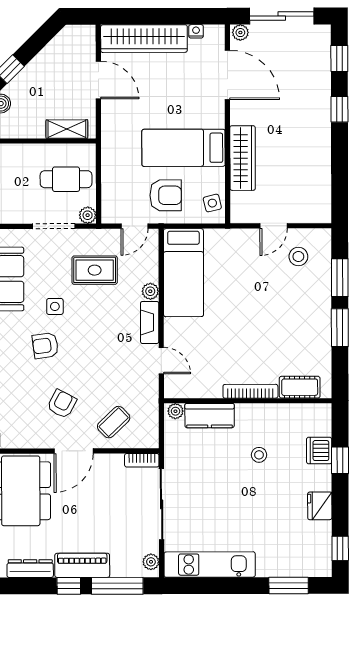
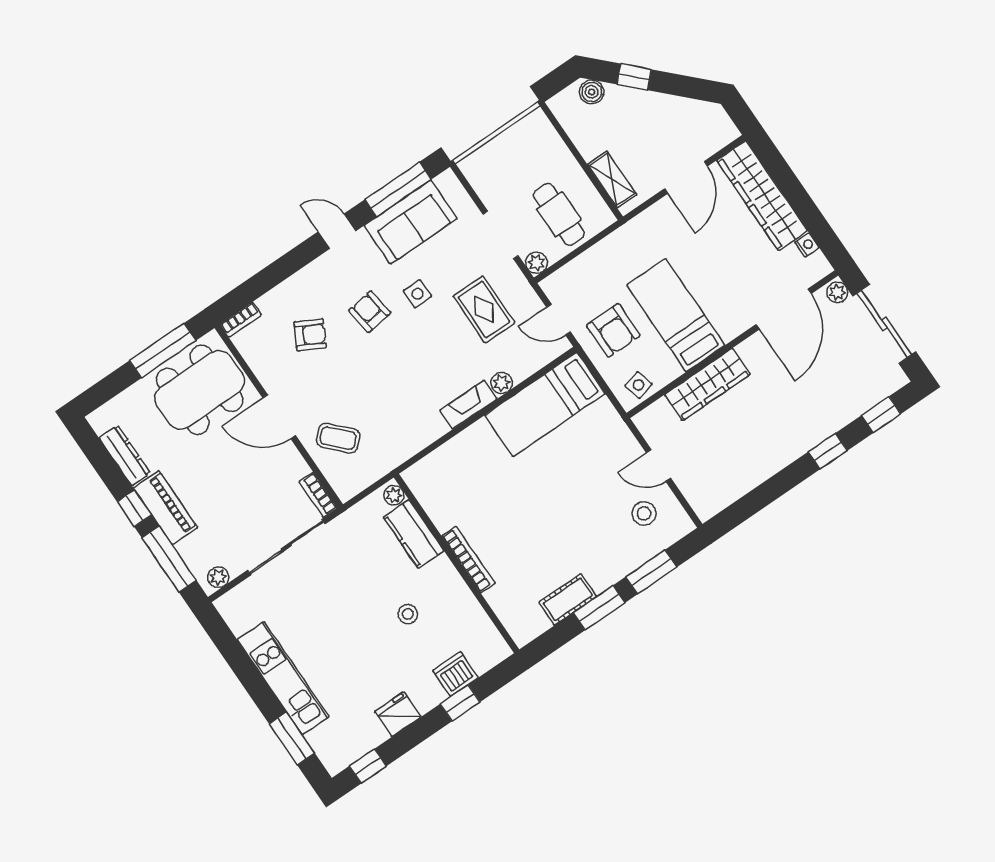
door: (161, 361) -> (437, 444), removed
cot: (300, 387) -> (568, 599), moved, turned 90
armchair: (62, 404) -> (310, 335), moved
kitchen unit: (210, 565) -> (283, 678), moved

